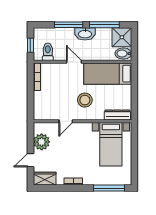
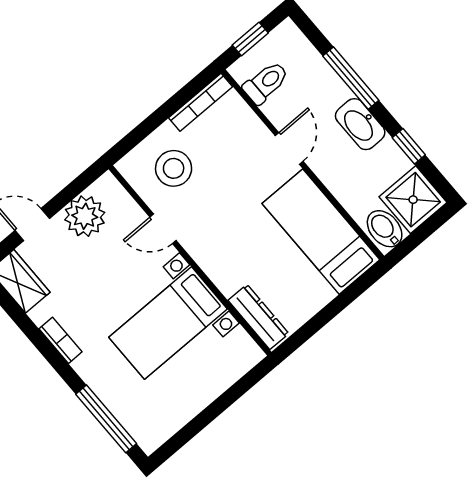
window: (104, 25) -> (409, 146), width x0.46
stool: (85, 100) -> (174, 168), moved
bed with nightstands: (111, 144) -> (168, 323), moved

